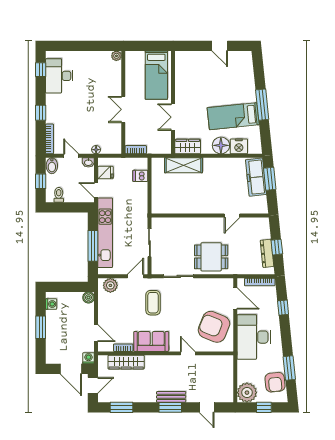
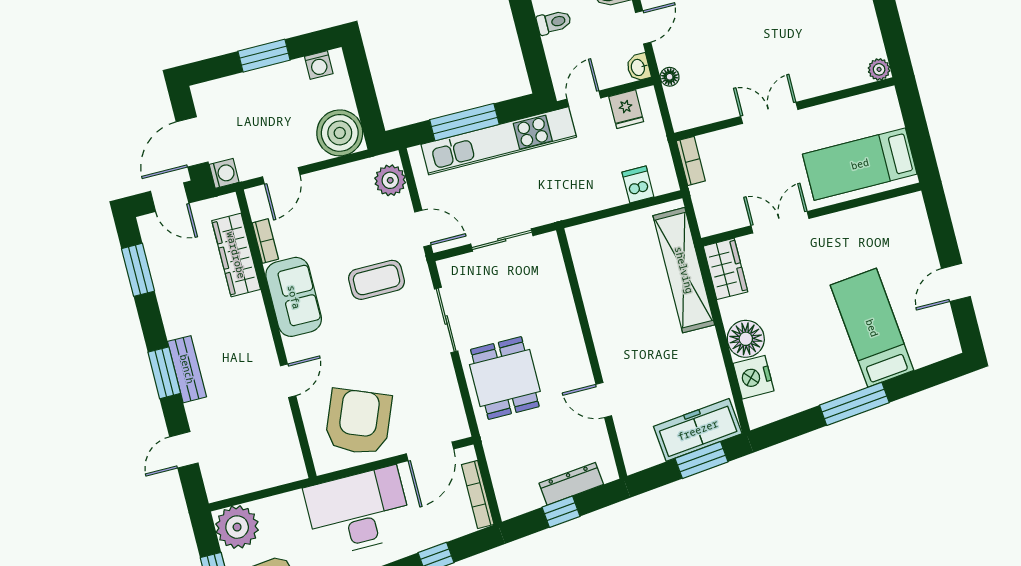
bed: (233, 116) -> (872, 328), moved
shelving: (183, 165) -> (684, 270), width x1.47
dresser: (267, 253) -> (571, 484), moved
boiler: (89, 298) -> (340, 133), width x1.86, depth x1.86

